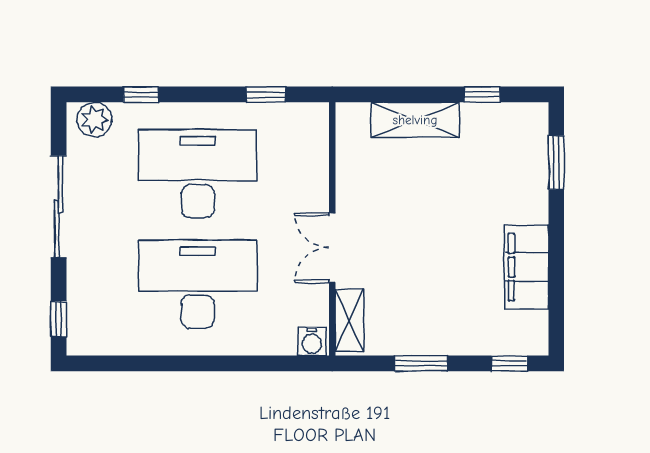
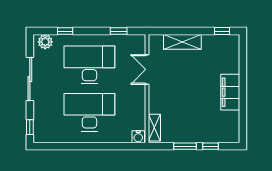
window: (482, 94) -> (222, 31), moved
window: (556, 163) -> (243, 60), removed
double door: (332, 248) -> (147, 69), moved
filing cabinet: (527, 267) -> (230, 92), moved
window: (509, 363) -> (210, 146), moved

